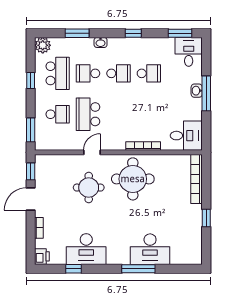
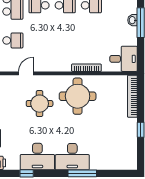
school desk: (88, 114) -> (39, 40), removed
door: (92, 152) -> (26, 73), moved
desk: (150, 249) -> (72, 157), moved

